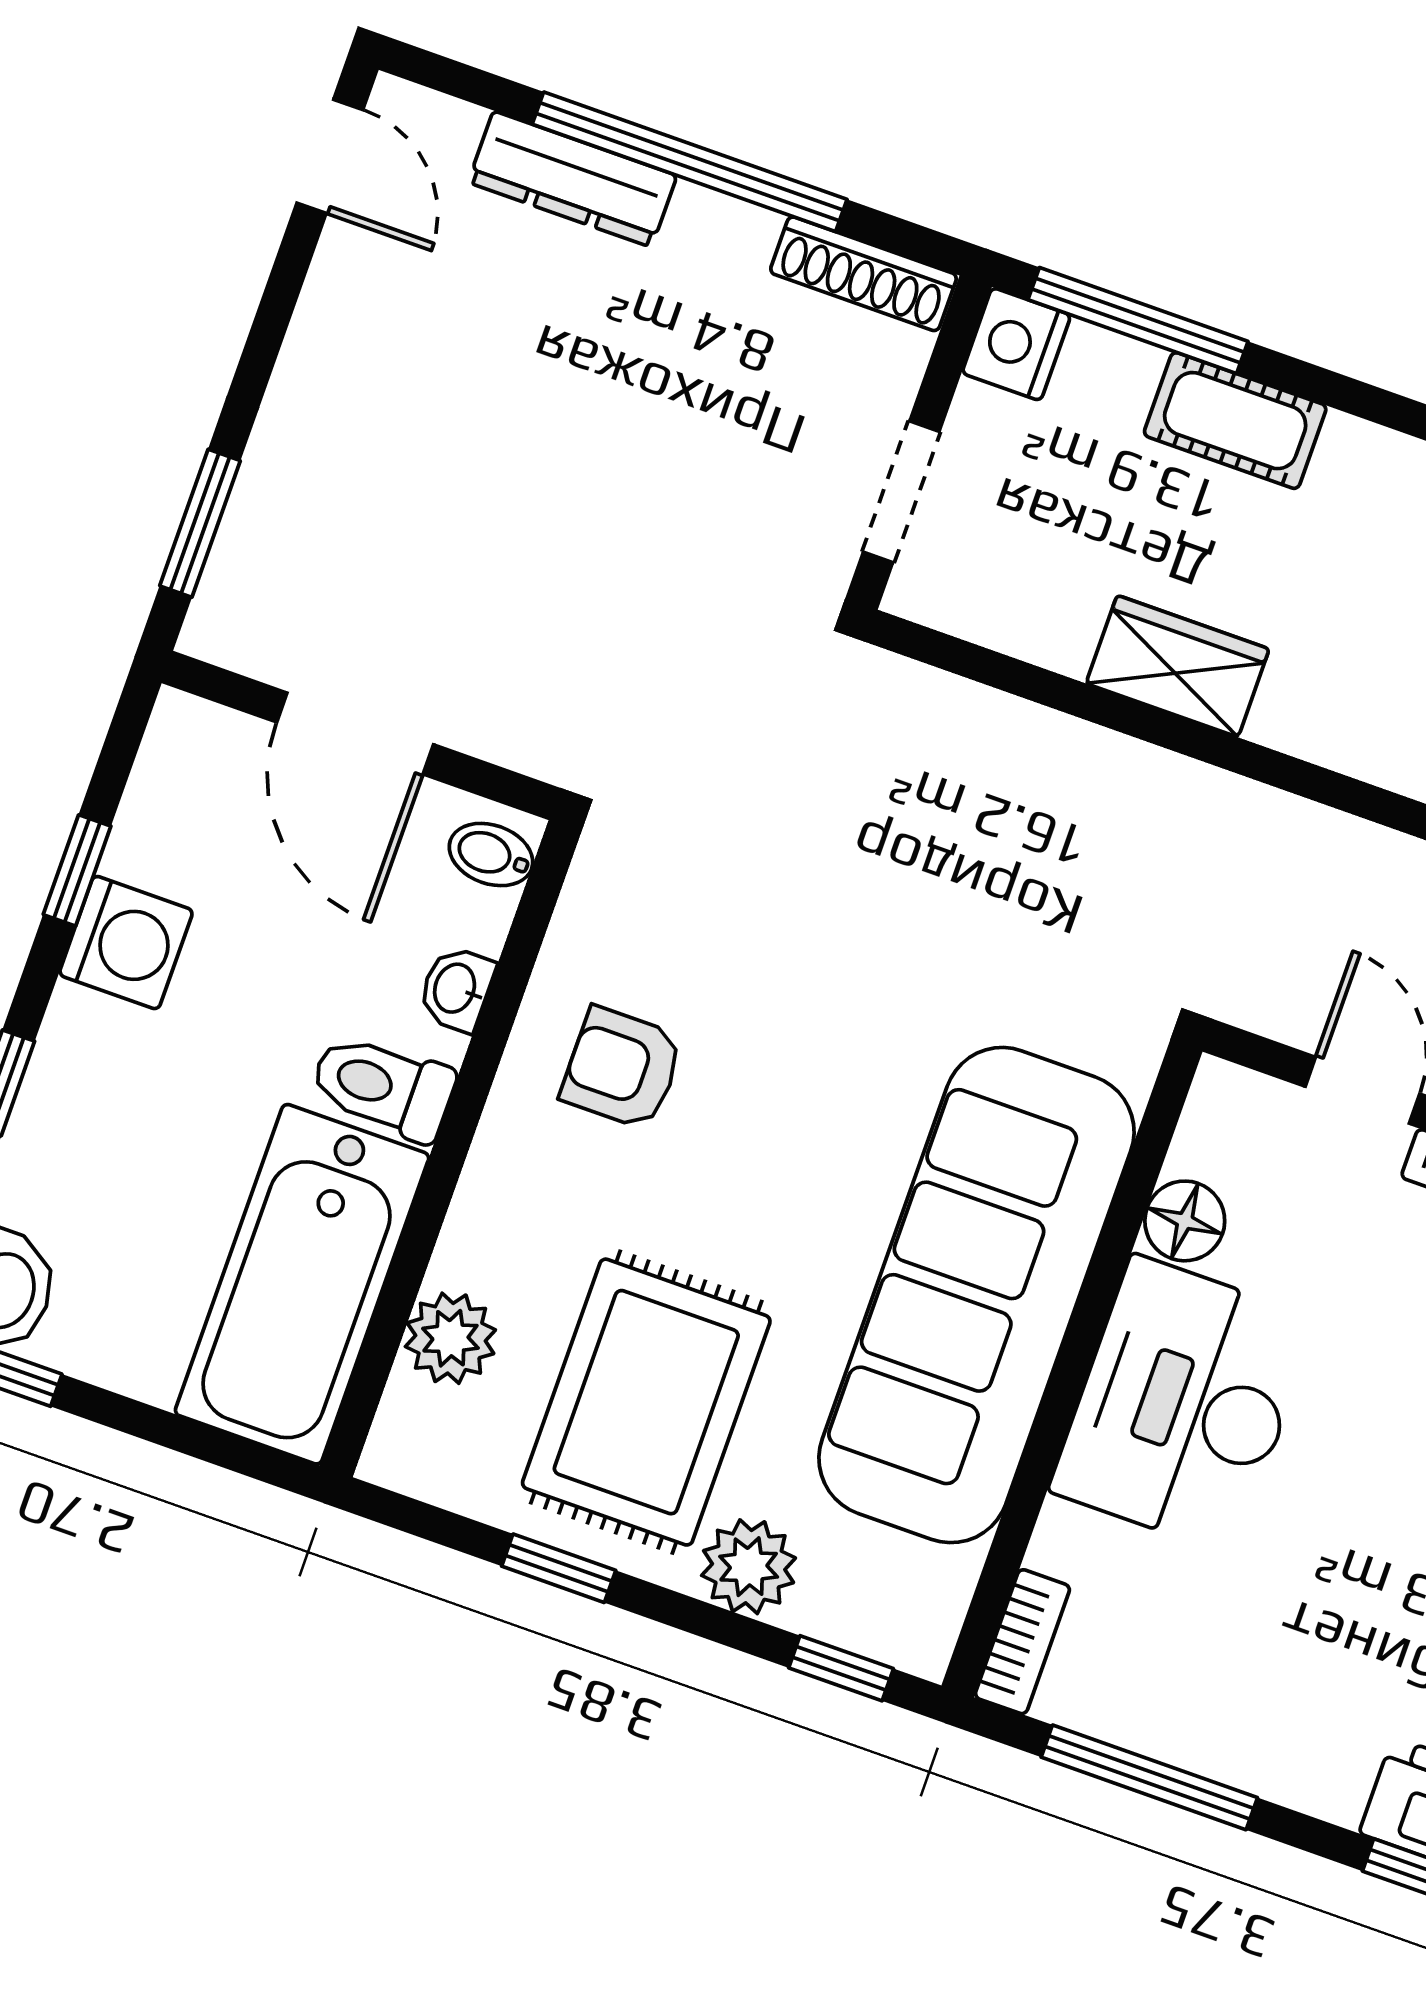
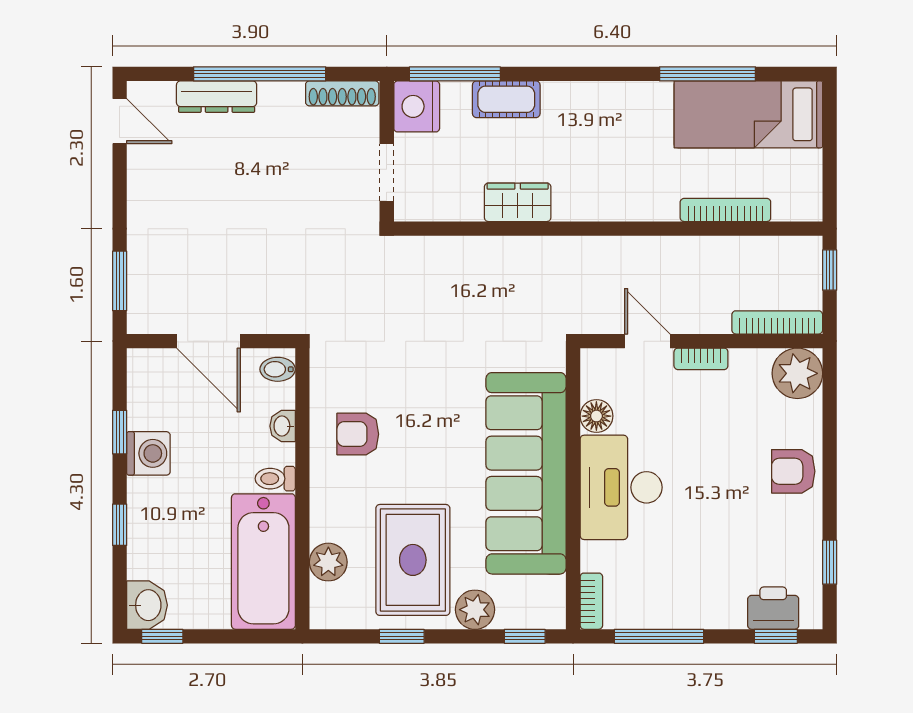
nightstand: (1016, 344) -> (417, 106), width x1.36, depth x1.33
toilet: (383, 1087) -> (275, 479), width x0.73, depth x0.72

